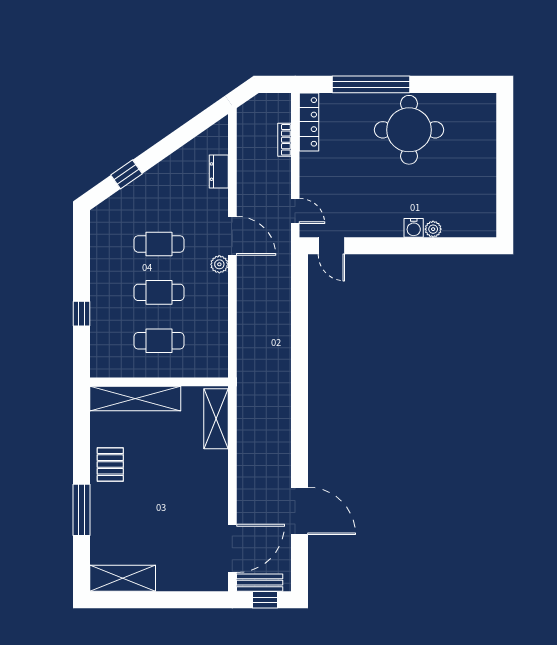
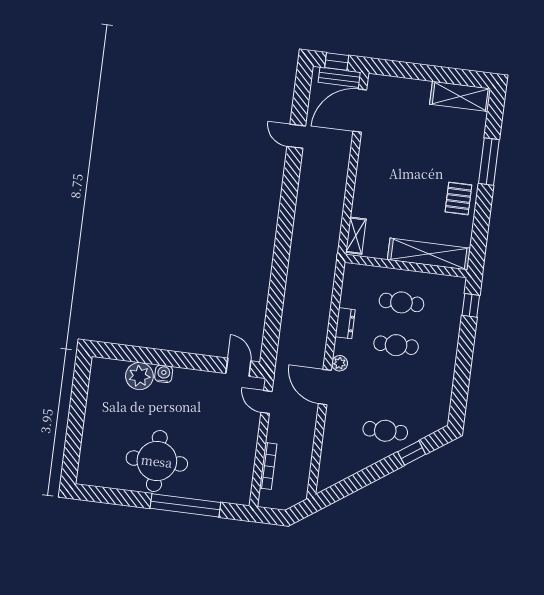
locker: (309, 122) -> (244, 479), removed
bookcase: (284, 140) -> (268, 466), width x1.56
dresser: (219, 172) -> (345, 323), moved
plant: (433, 229) -> (139, 376), width x1.88, depth x1.88
cafe table: (159, 244) -> (385, 431), moved
window: (81, 314) -> (471, 305), moved
shelving: (216, 419) -> (356, 236), width x0.67, depth x0.75
door: (299, 511) -> (296, 136), width x0.53

